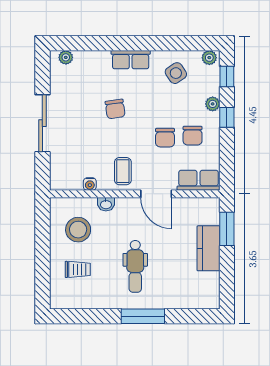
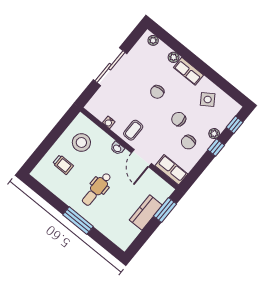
plant: (209, 58) -> (174, 57), moved
chair: (165, 138) -> (179, 119), moved, turned 90
washbasin: (106, 204) -> (117, 148), moved

